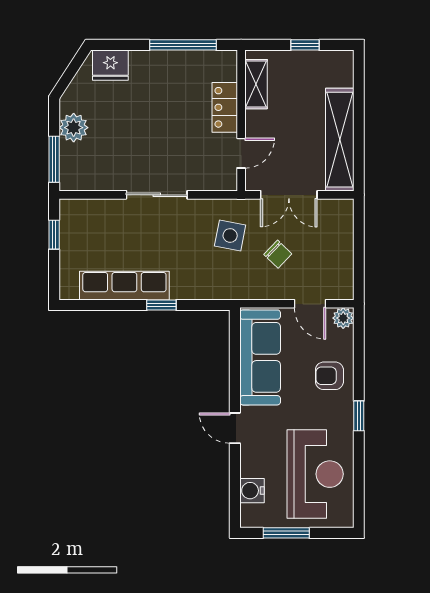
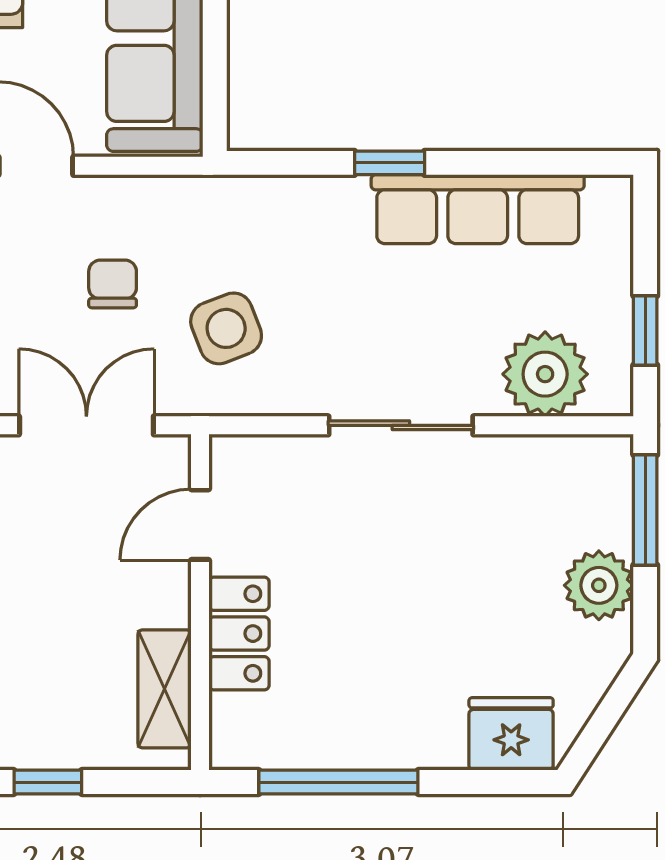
plant: (96, 216) -> (545, 374), added
side table: (230, 235) -> (226, 328), turned -32
chair: (278, 254) -> (113, 284), turned 46

